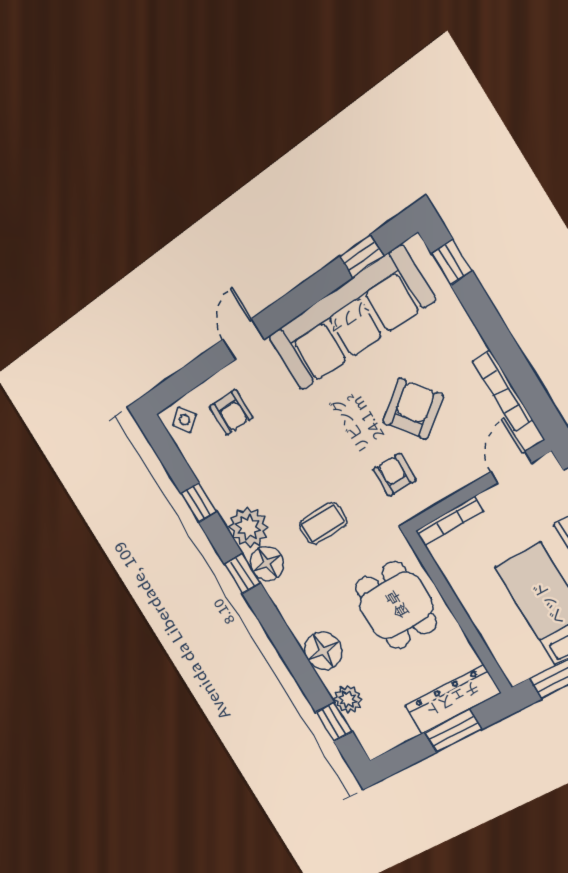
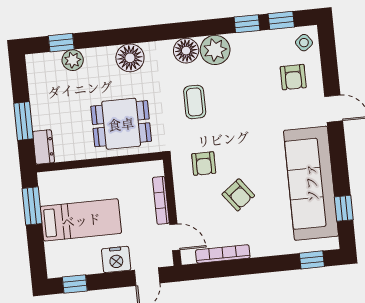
armchair: (413, 409) -> (238, 195), width x0.72, depth x0.72
armchair: (231, 412) -> (293, 77), turned -90
armchair: (394, 475) -> (204, 164), turned 90
bookcase: (449, 521) -> (161, 200), moved
window: (242, 574) -> (281, 20), moved
floor lamp: (323, 651) -> (130, 58), moved
dresser: (453, 700) -> (44, 147), width x0.51, depth x0.80

